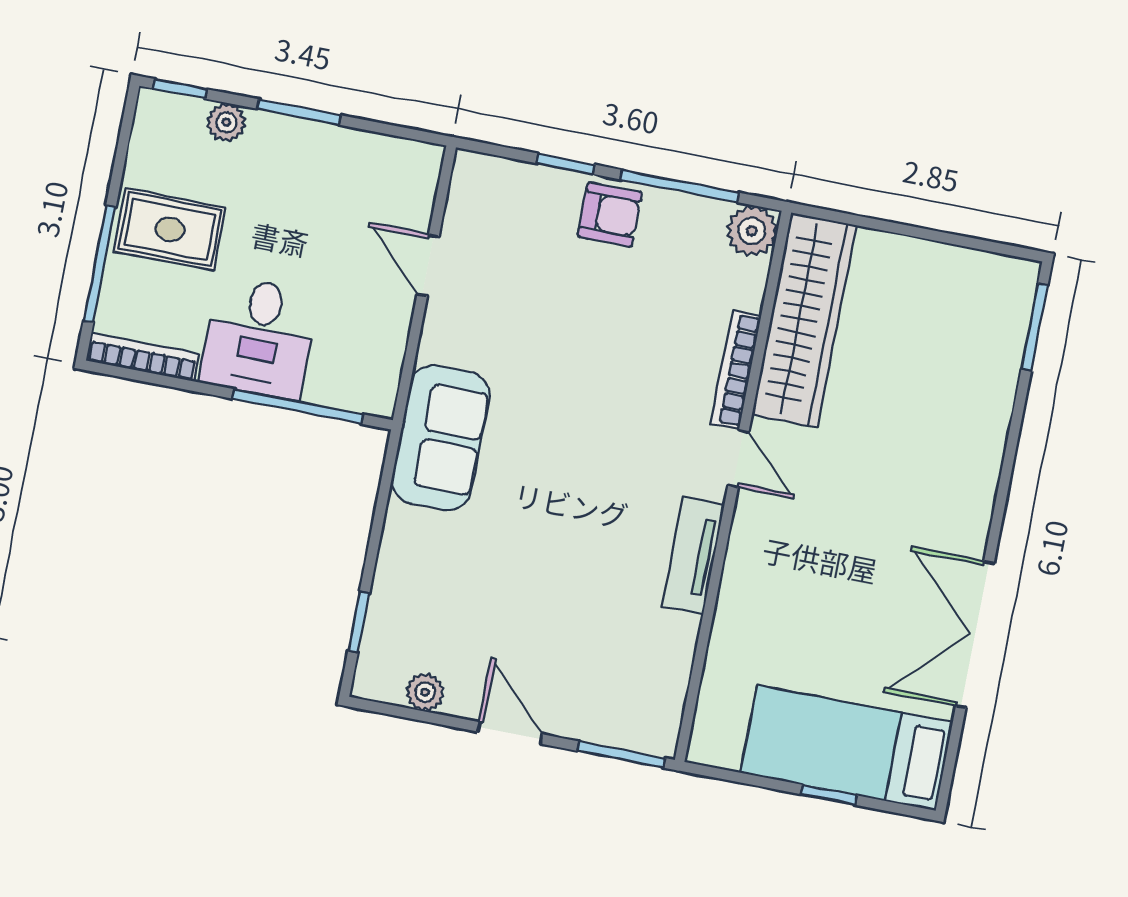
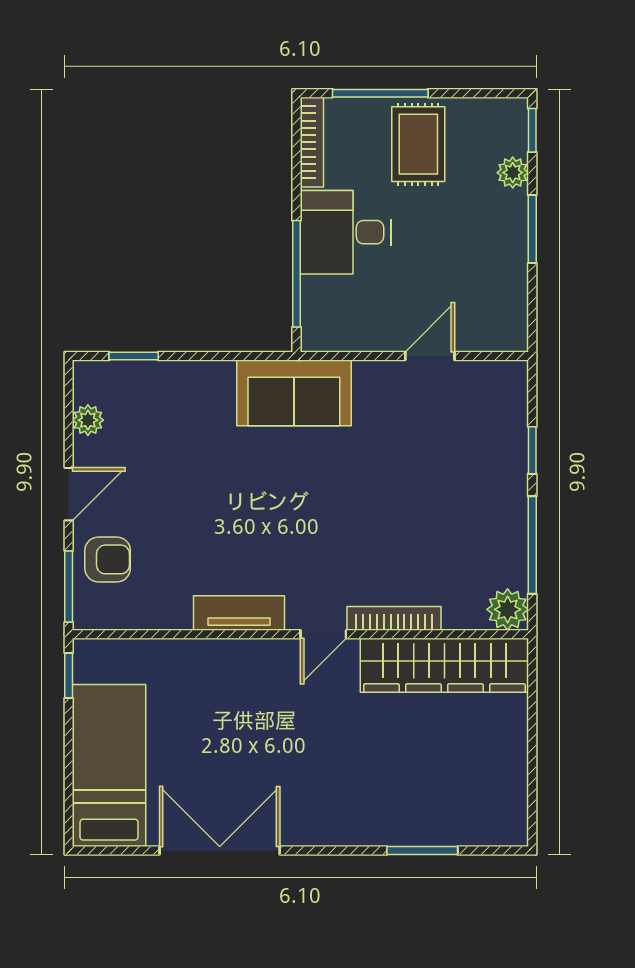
armchair: (610, 214) -> (108, 559), moved, turned -90
window: (1035, 327) -> (422, 851), moved
window: (829, 795) -> (69, 675), moved

